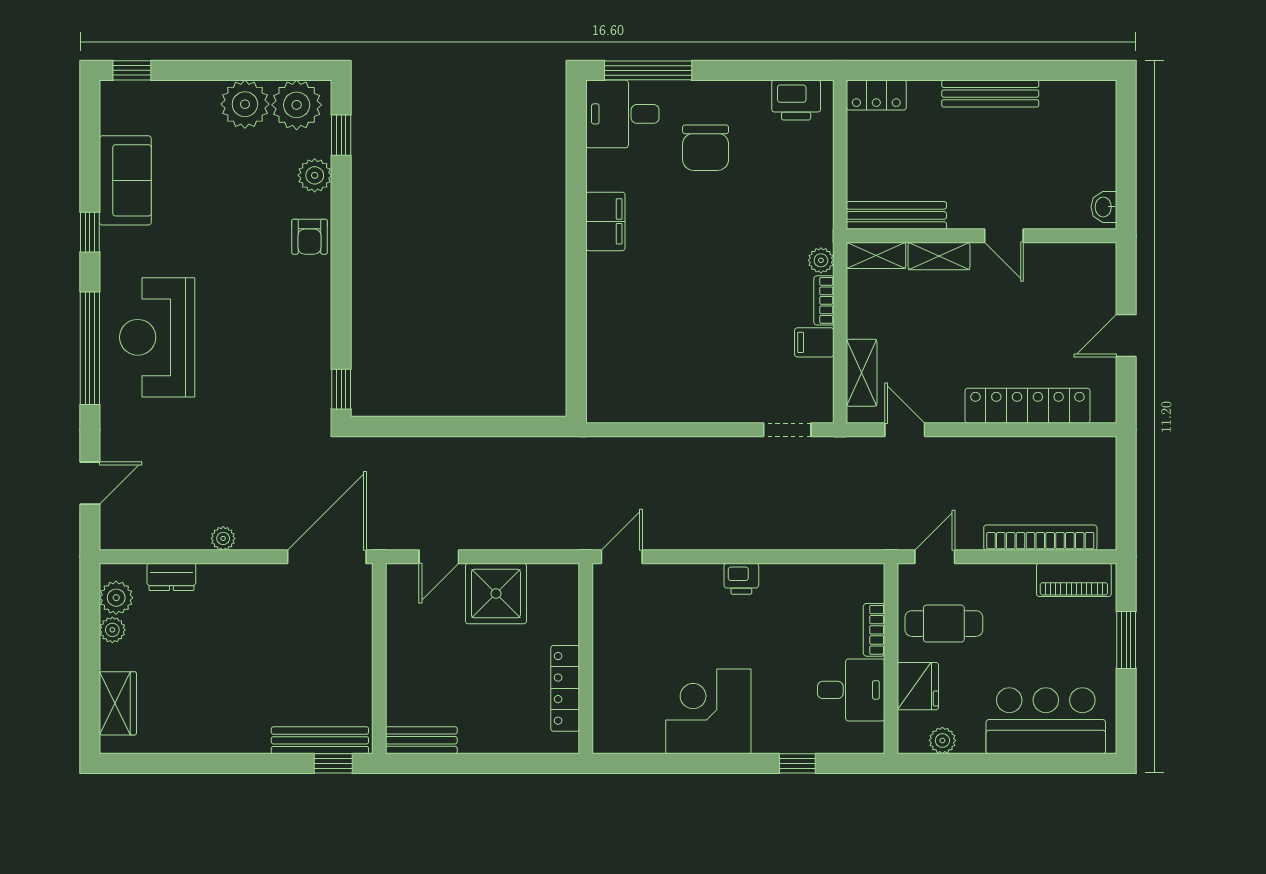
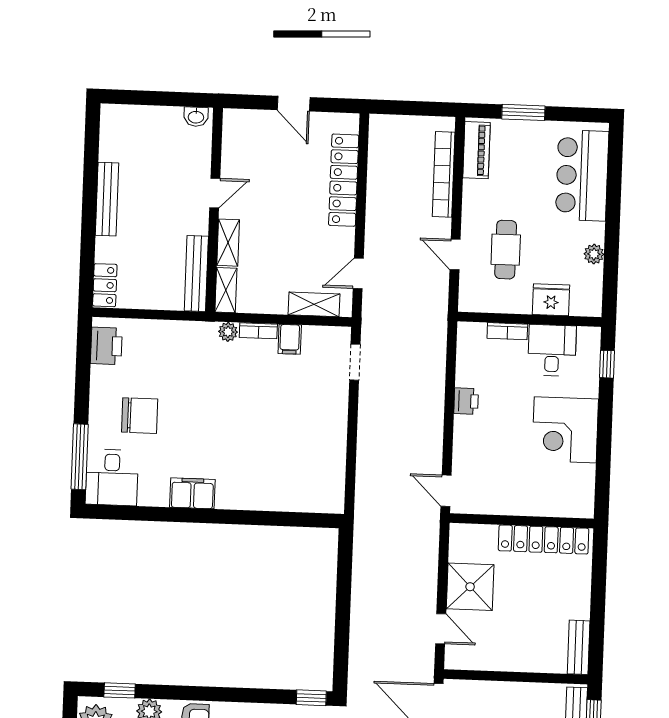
bookcase: (874, 630) -> (507, 331), moved
wall: (891, 659) -> (529, 319), moved
fridge: (918, 686) -> (551, 300), moved
locker: (565, 688) -> (544, 539), width x1.41, depth x1.21
desk: (851, 690) -> (552, 350), moved

